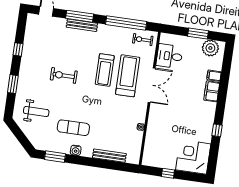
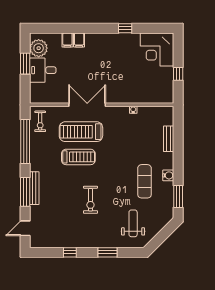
desk: (169, 56) -> (43, 70), moved, turned 90
filing cabinet: (212, 91) -> (79, 40), width x0.50
bench: (109, 156) -> (169, 139), width x0.73

